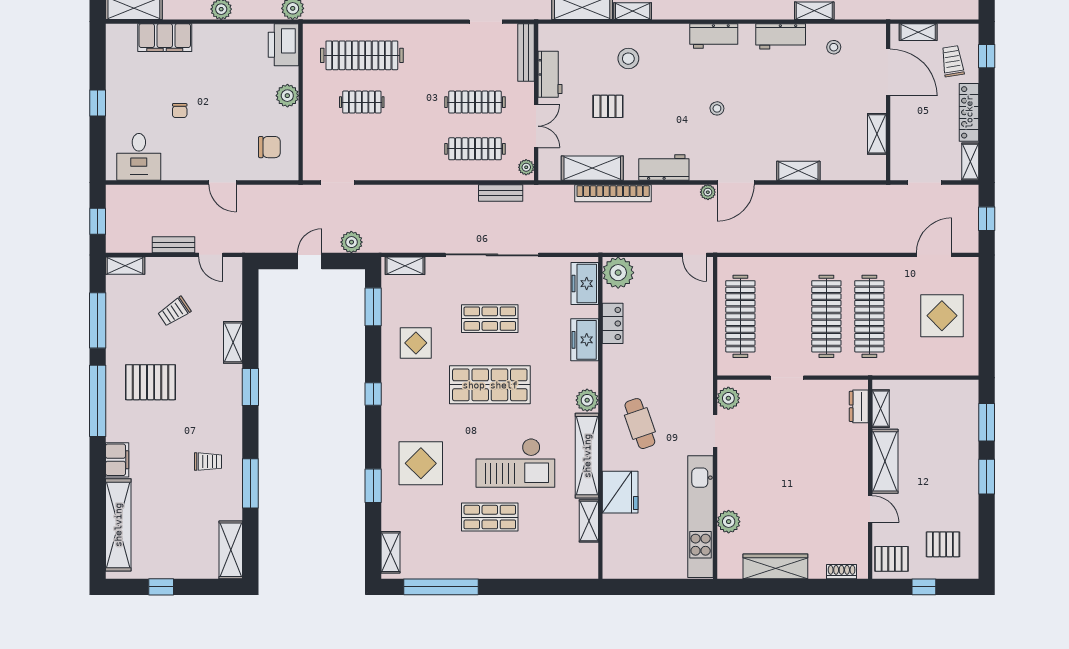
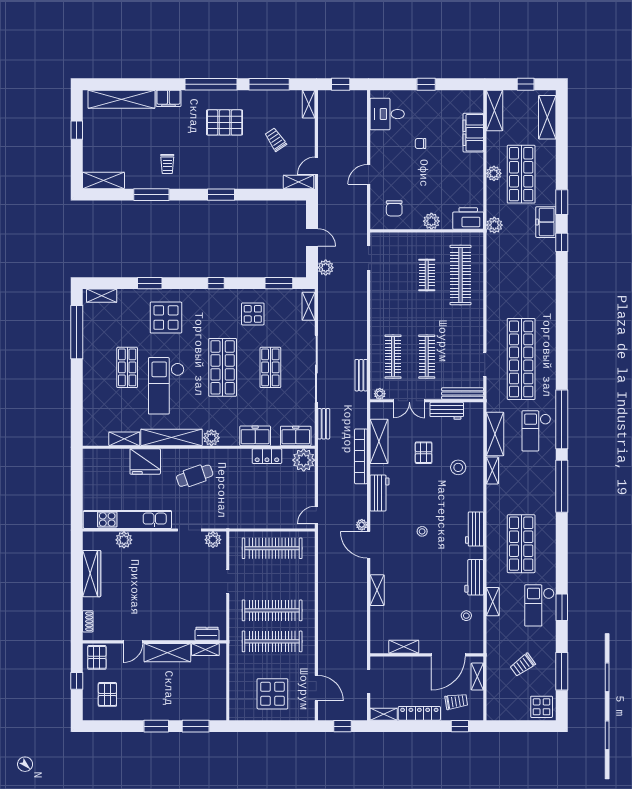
bench: (173, 245) -> (324, 424), moved
shelving: (233, 342) -> (298, 182), moved
pallet: (151, 382) -> (225, 122), turned 90

